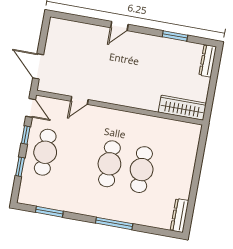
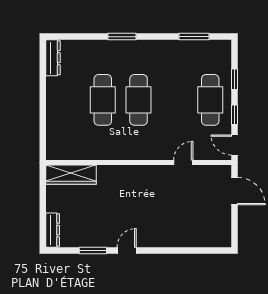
door: (119, 26) -> (127, 250), moved
window: (114, 223) -> (122, 37), width x0.69

